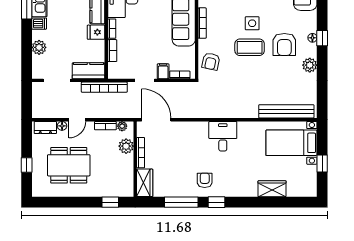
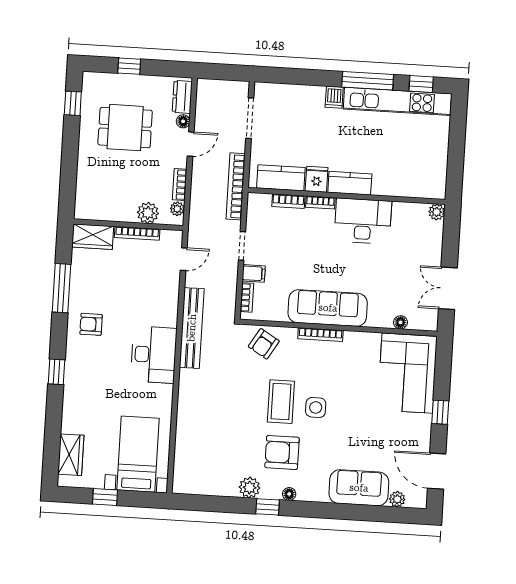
window: (322, 38) -> (268, 507), moved
plant: (39, 47) -> (299, 95), removed
armchair: (211, 61) -> (264, 344), turned -71
kitchen counter: (89, 71) -> (281, 178), moved, turned -90
bench: (286, 111) -> (192, 328), moved
door: (77, 120) -> (191, 144), swing flipped
door: (156, 120) -> (184, 259), width x0.53
desk: (223, 136) -> (154, 355), width x1.37
dining table: (69, 165) -> (125, 128), width x0.73
armchair: (205, 180) -> (91, 324), turned 180
wardrobe: (272, 189) -> (71, 455), moved
window: (110, 202) -> (73, 103), moved
window: (216, 202) -> (56, 372), moved

